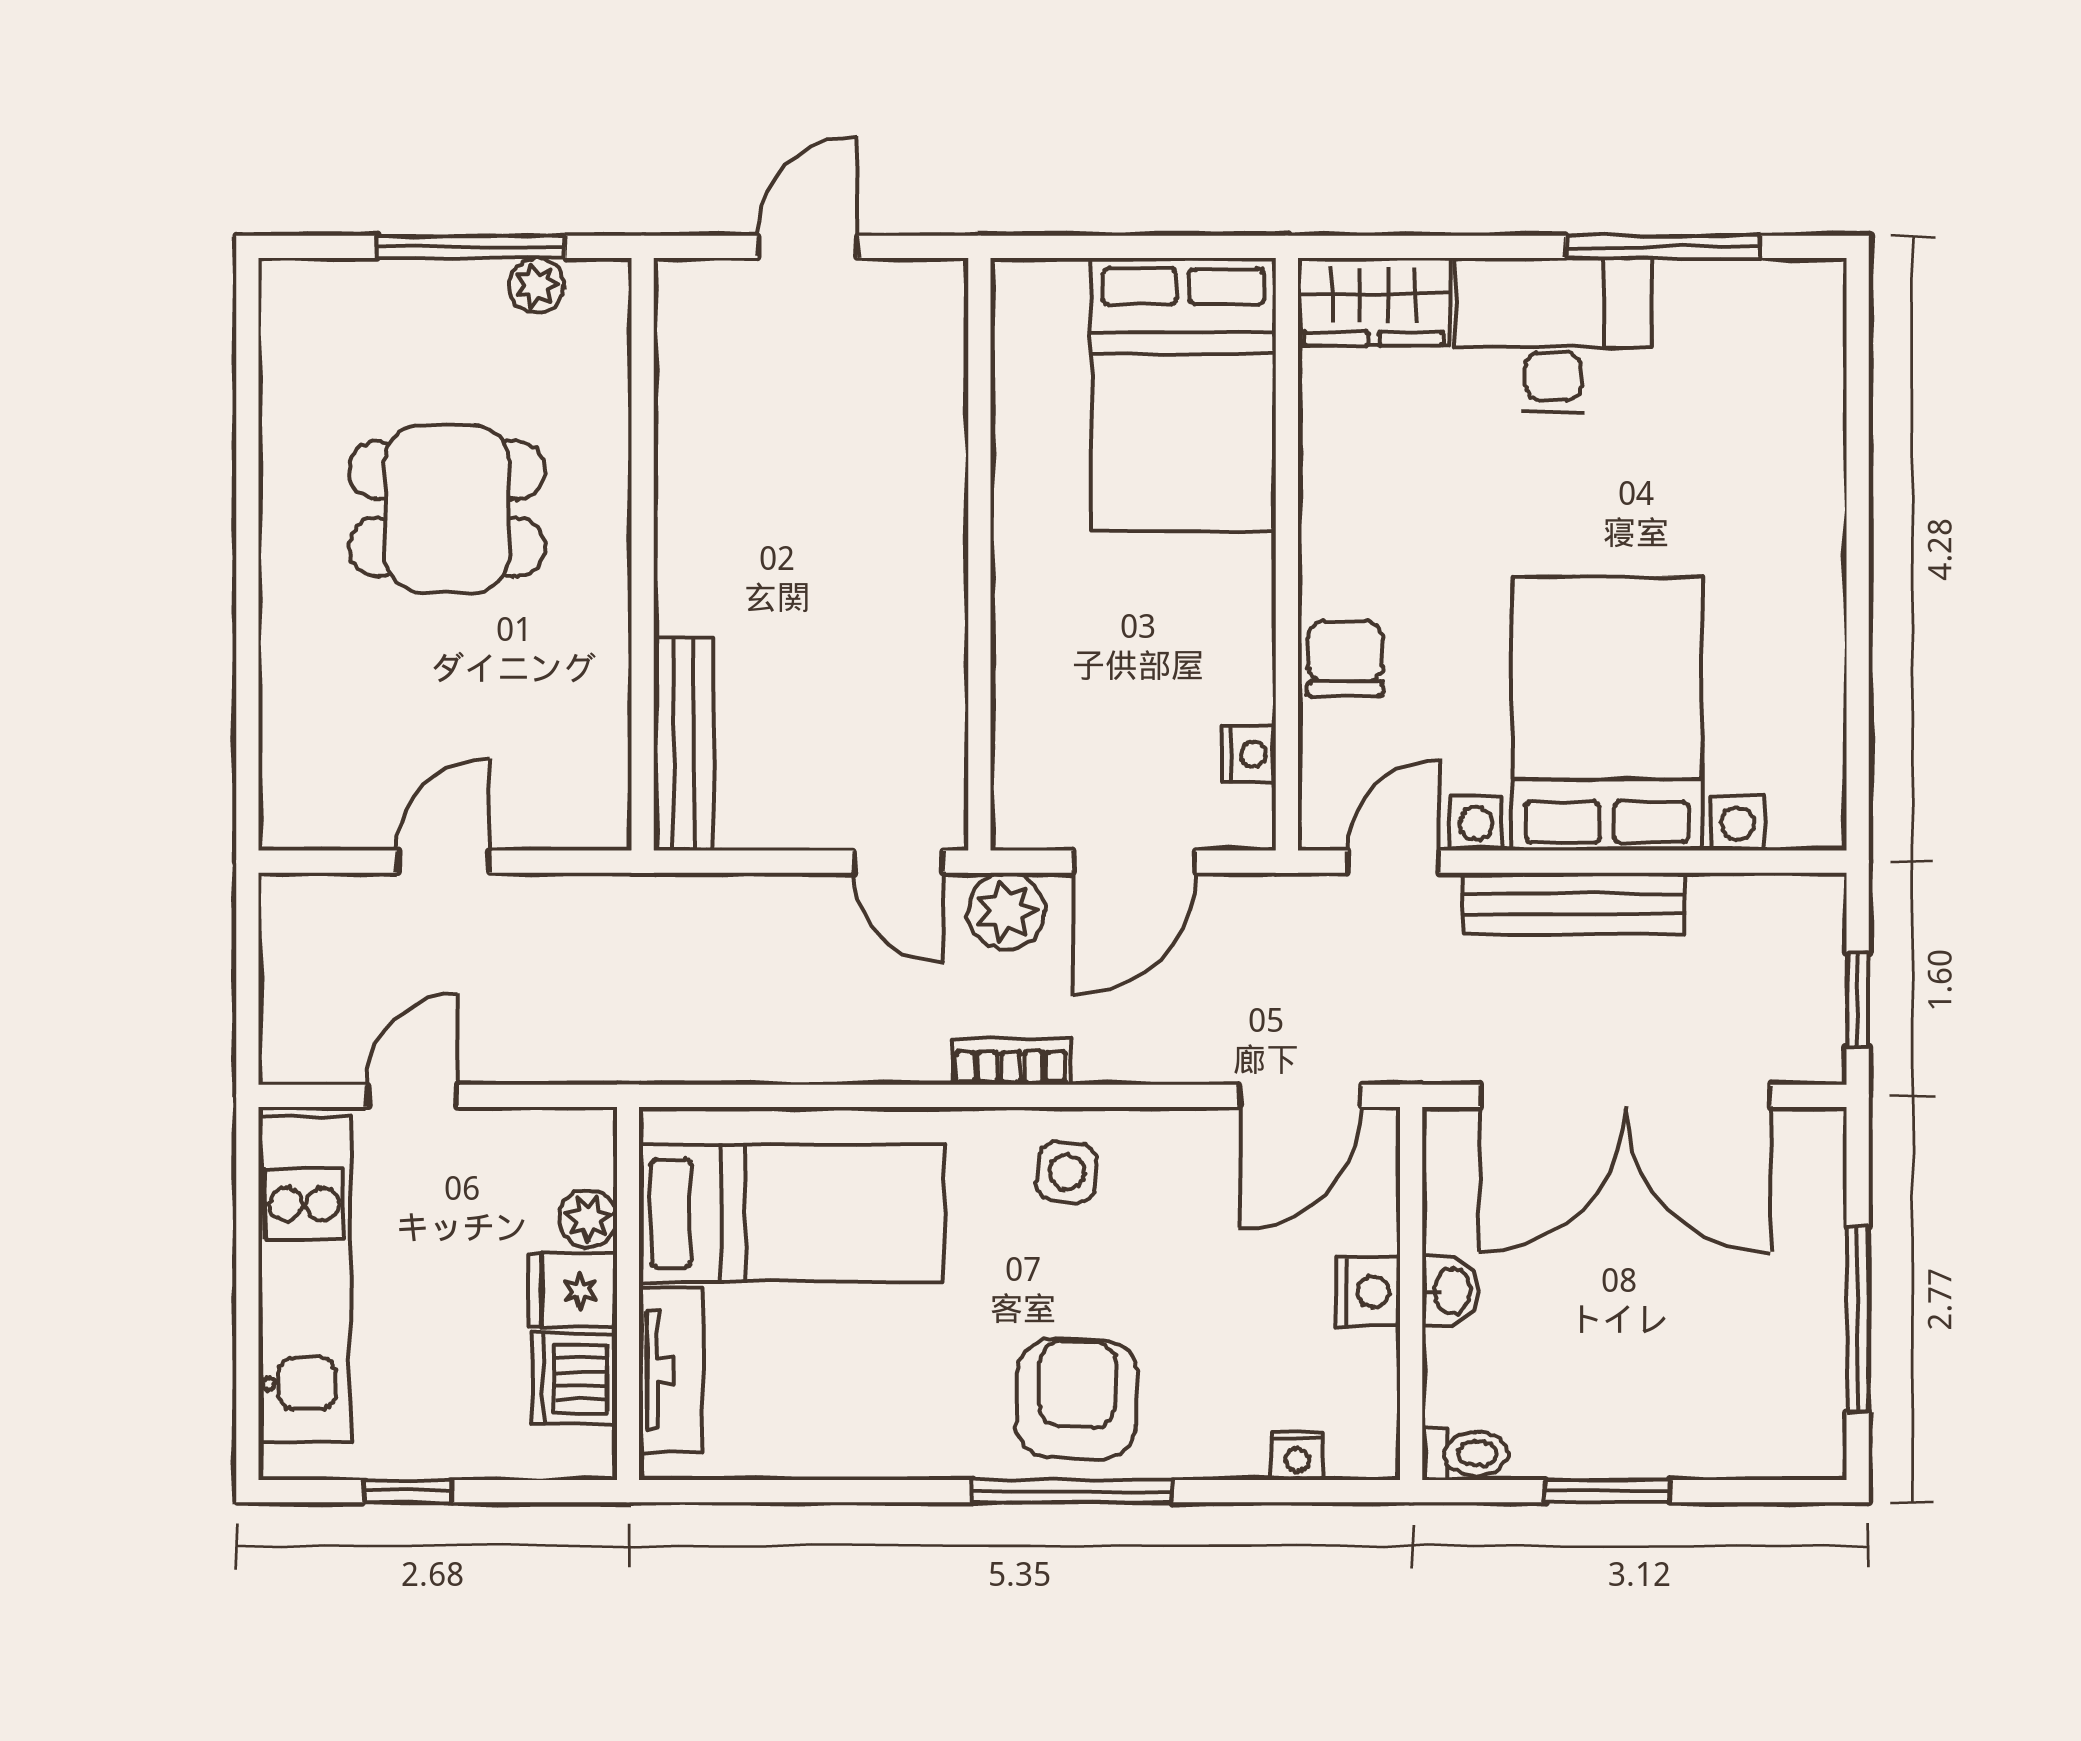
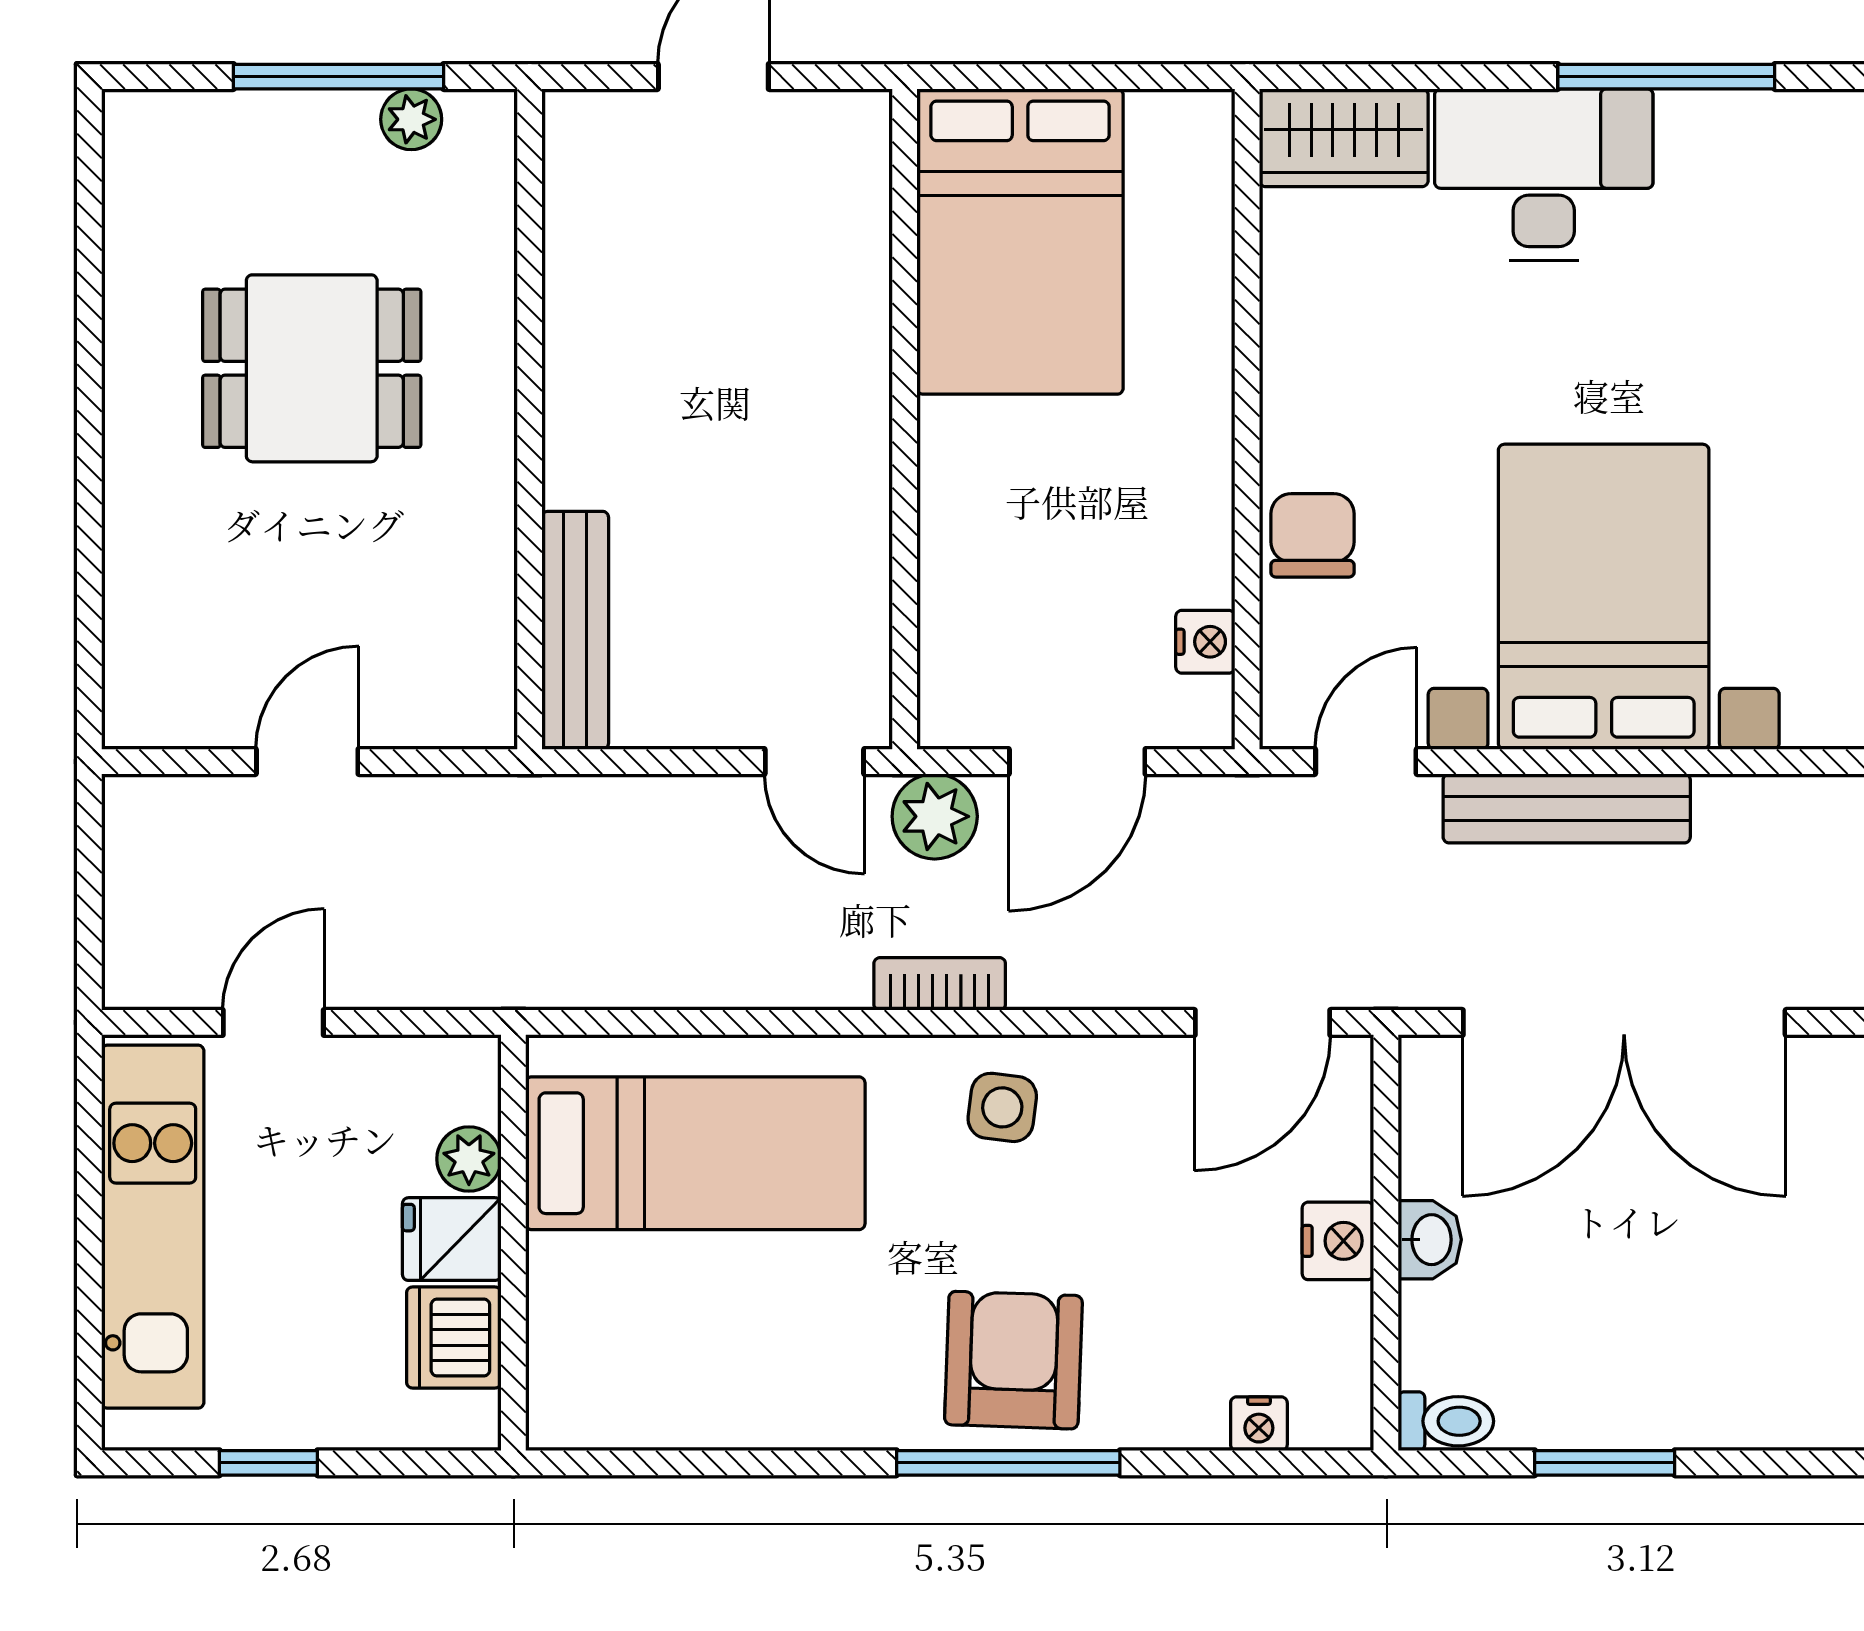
bed: (1183, 395) -> (1020, 242), moved
tv unit: (670, 1370) -> (561, 1328), removed

